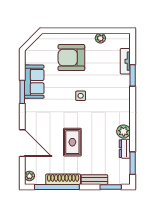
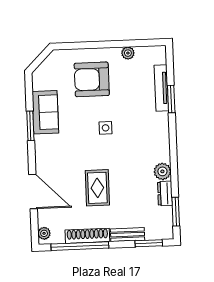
tv unit: (125, 61) -> (161, 88), width x1.41

